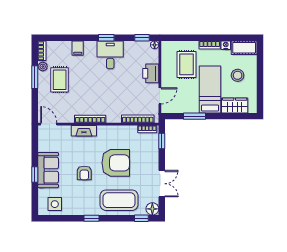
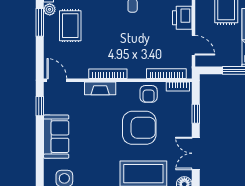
door: (160, 96) -> (193, 45), hinge flipped
window: (162, 141) -> (196, 114), moved
armchair: (84, 173) -> (149, 94), moved
window: (35, 174) -> (40, 106), moved
double door: (162, 184) -> (196, 153), swing flipped

